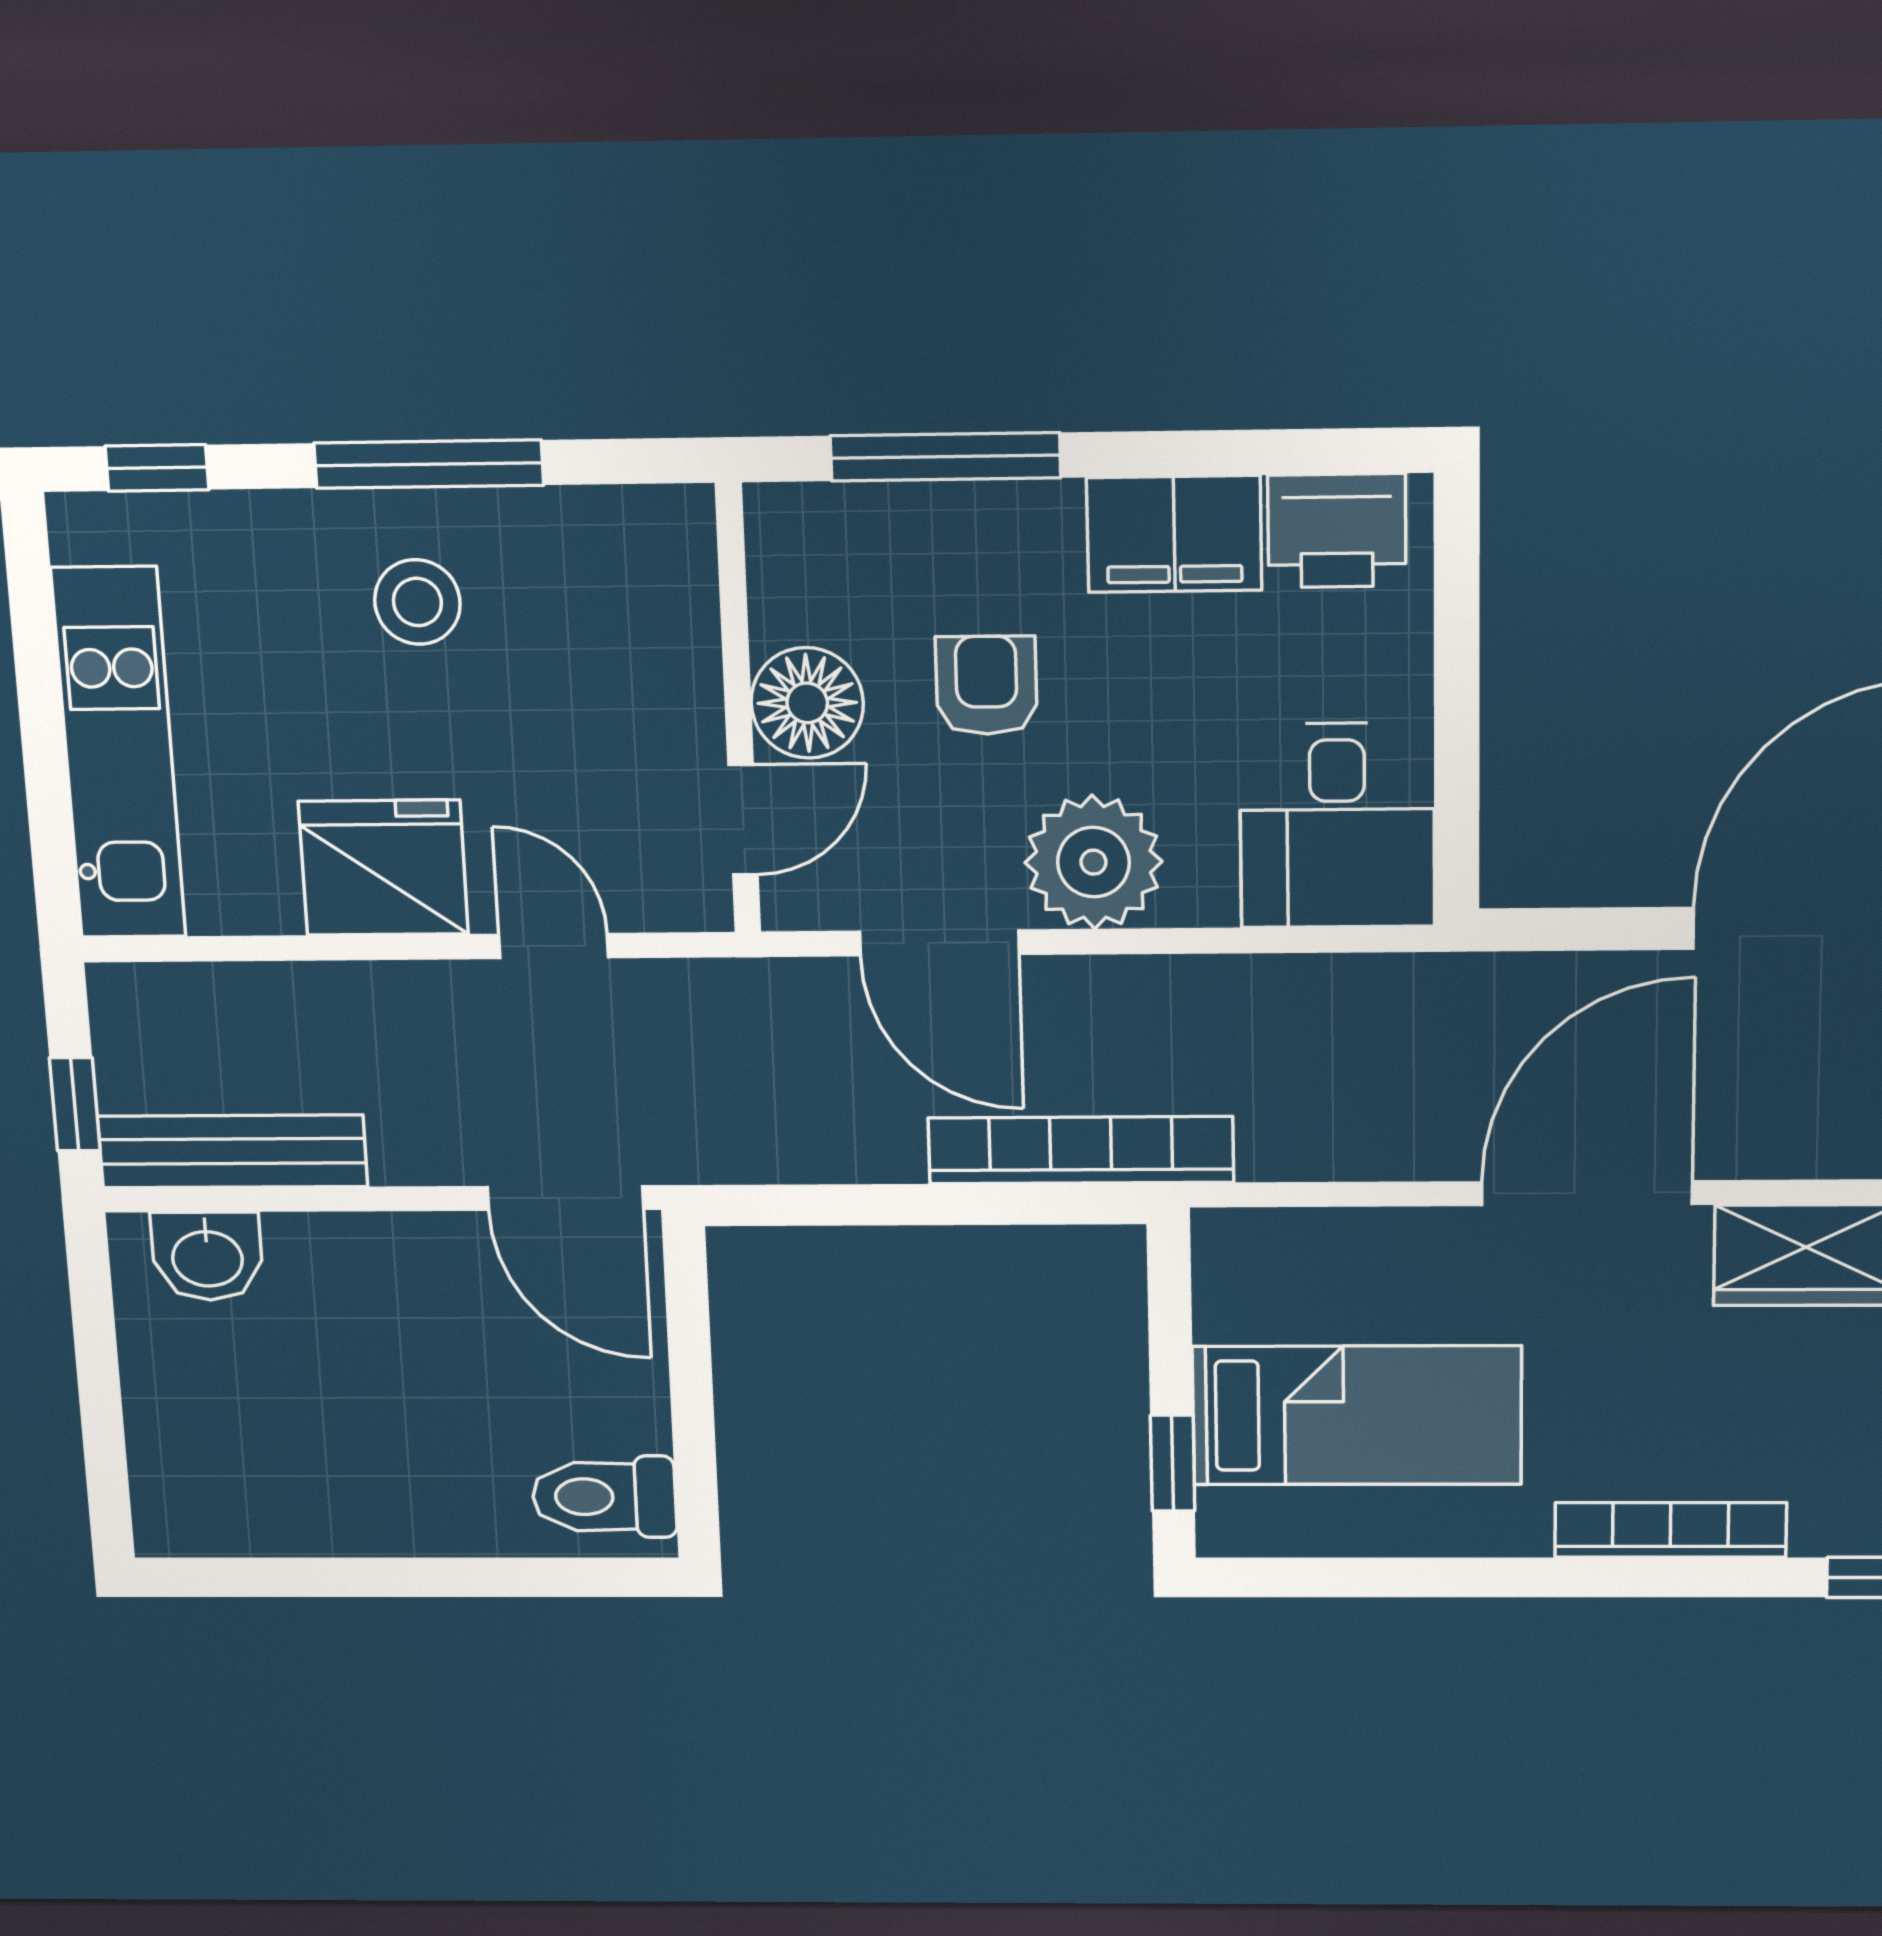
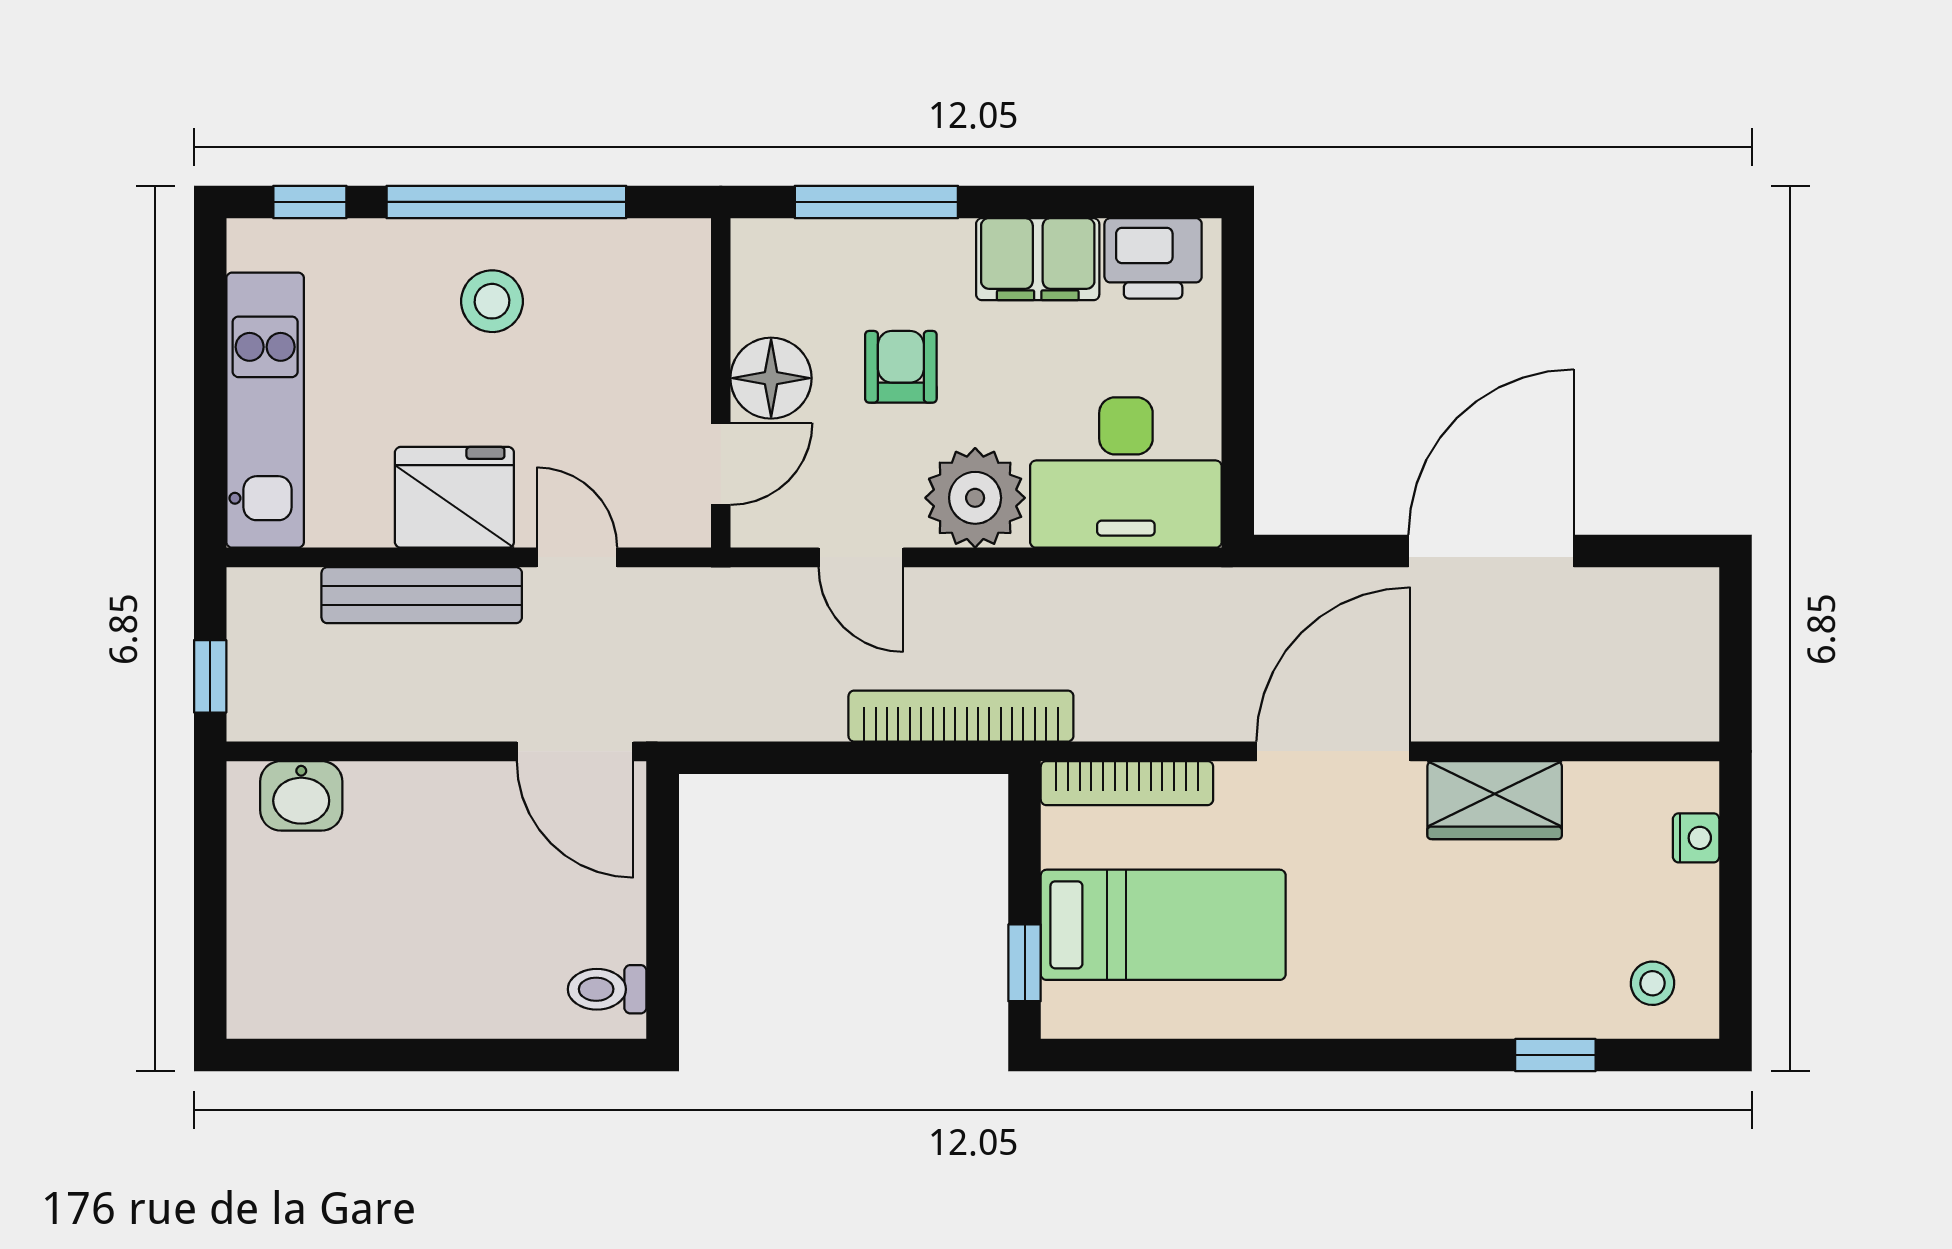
window: (429, 464) -> (506, 202), width x1.46
desk: (1337, 826) -> (1126, 473), width x1.37
door: (939, 943) -> (861, 557), width x0.73
bench: (233, 1151) -> (422, 595), moved
toilet: (604, 1497) -> (607, 989), width x0.73, depth x0.72
bookcase: (1671, 1530) -> (1127, 783), moved, turned 180

